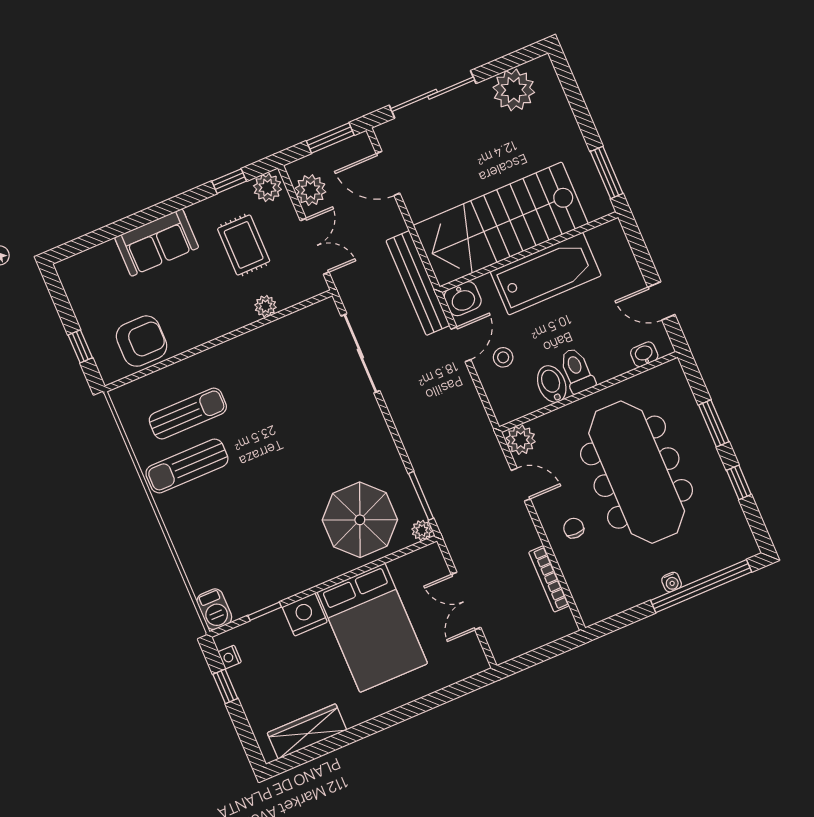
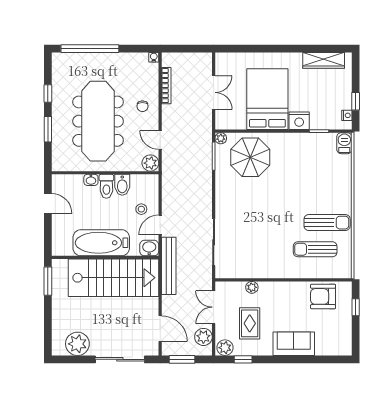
washbasin: (644, 354) -> (91, 180), moved
water cooler: (672, 582) -> (154, 57), moved

